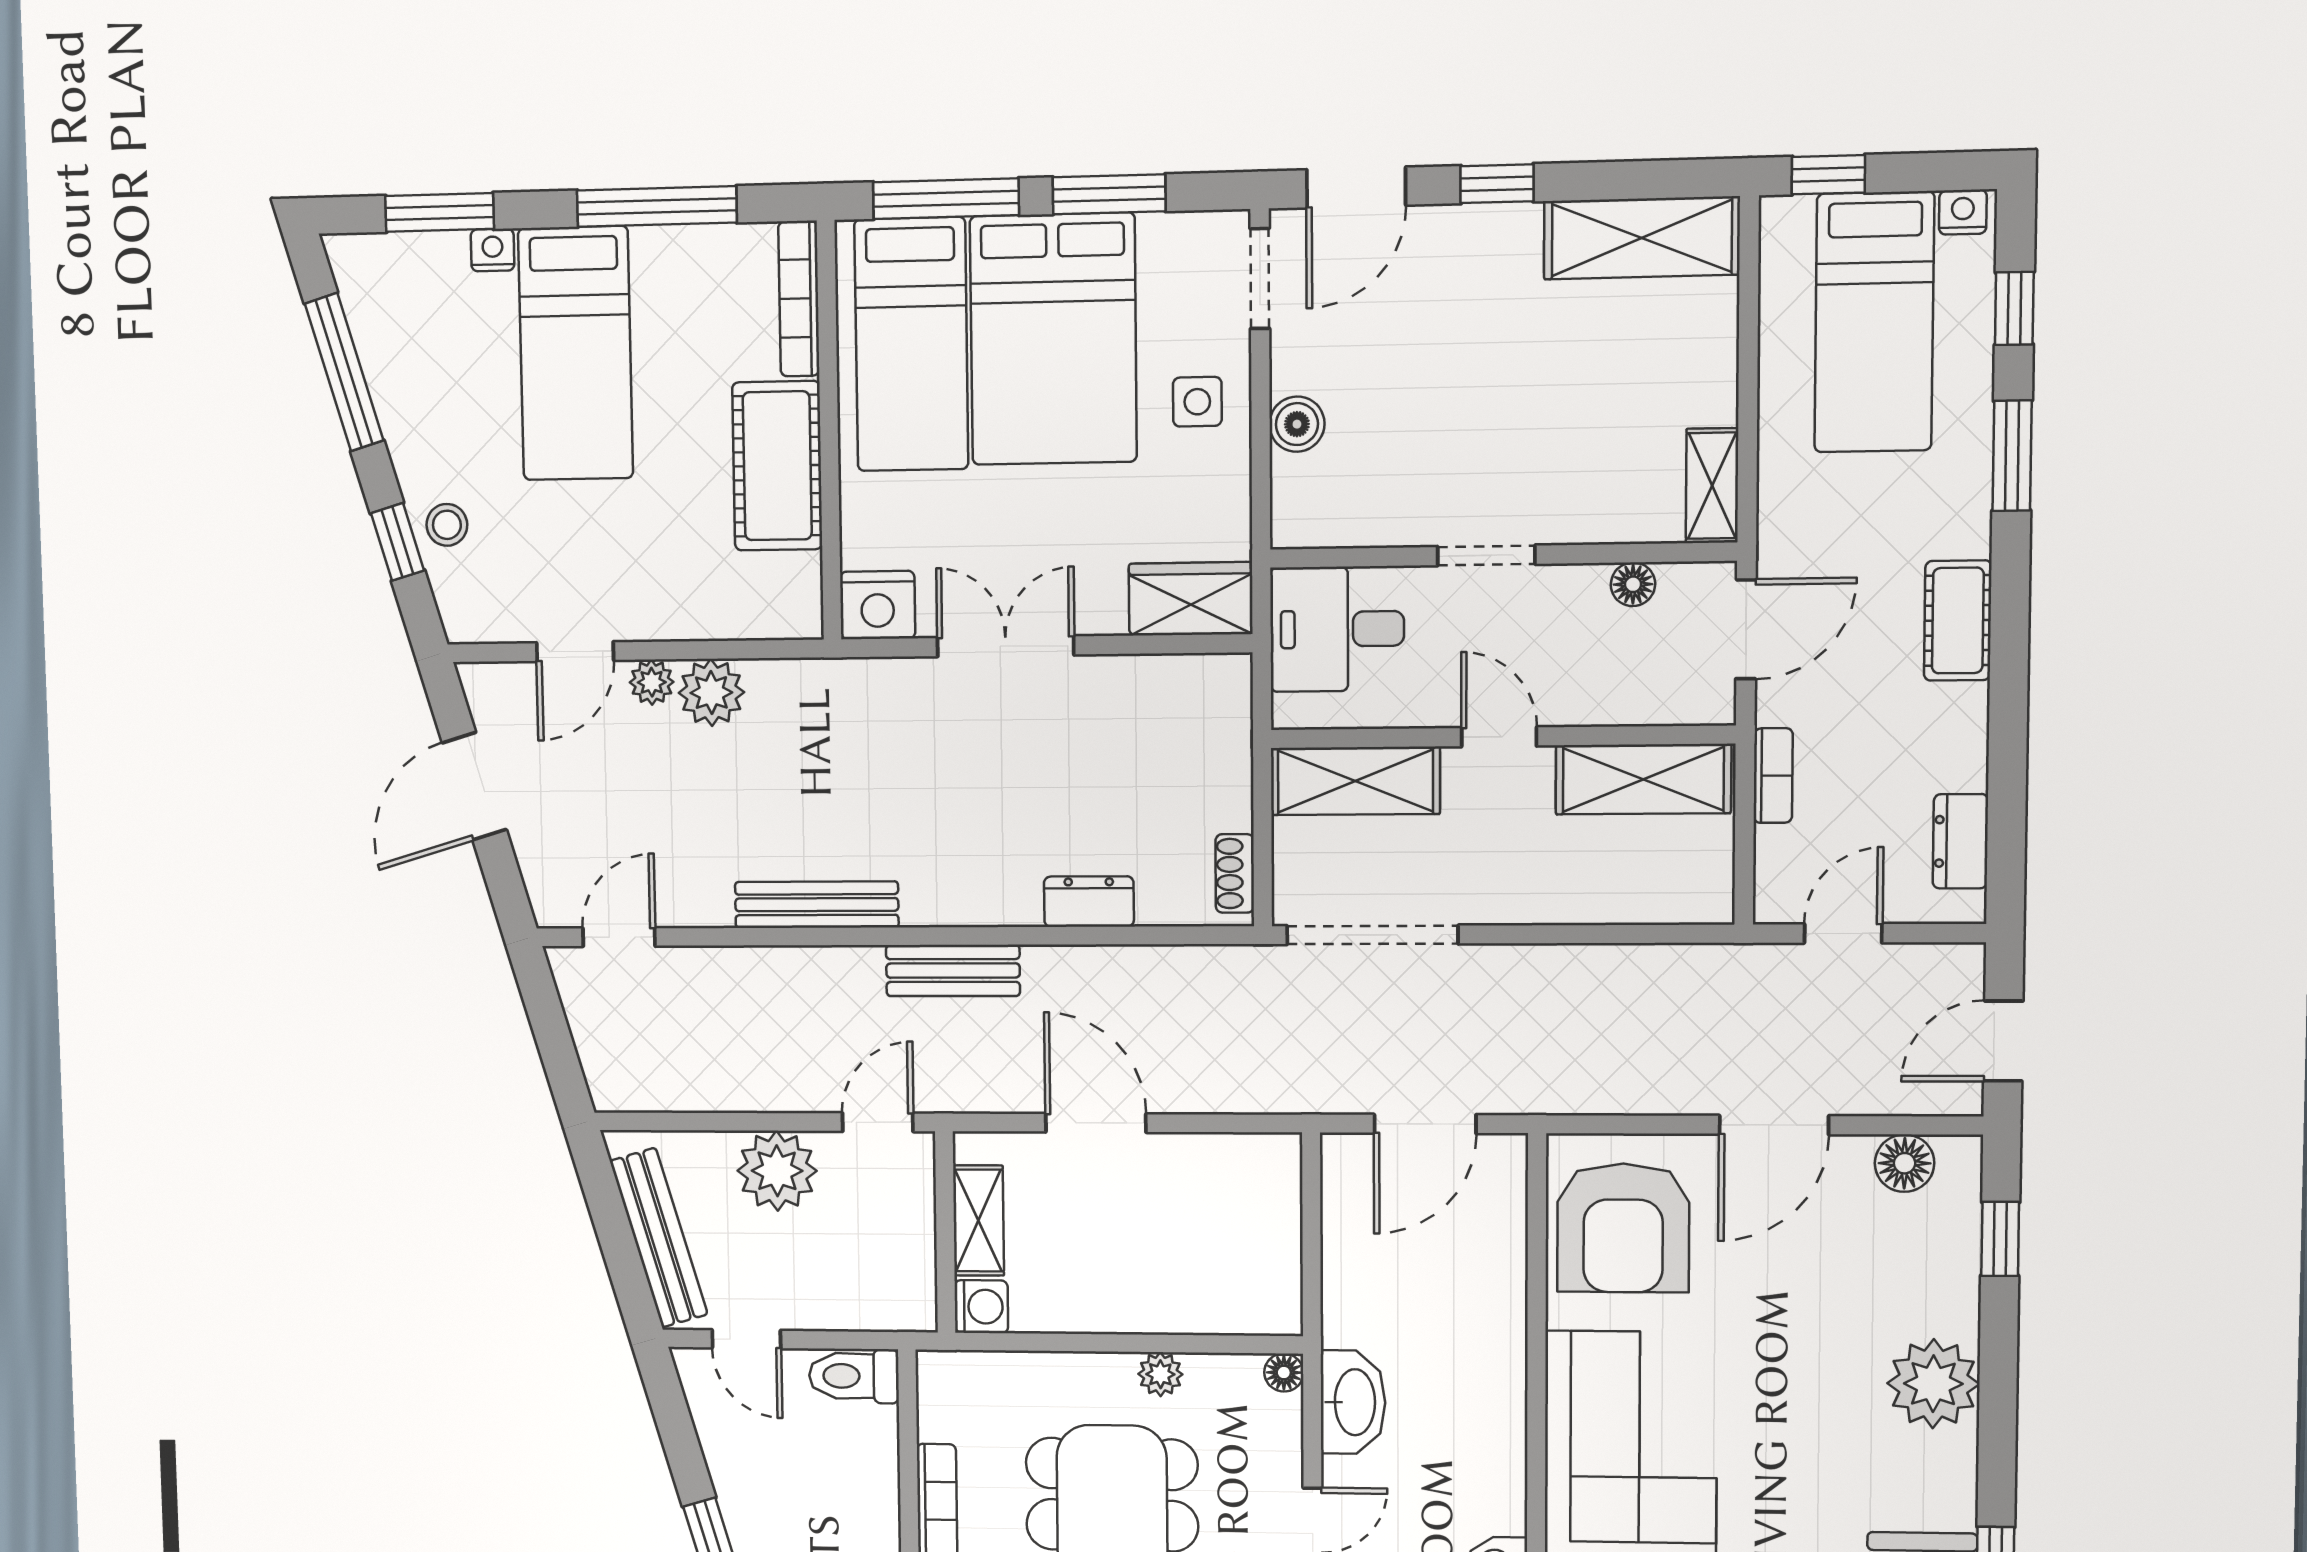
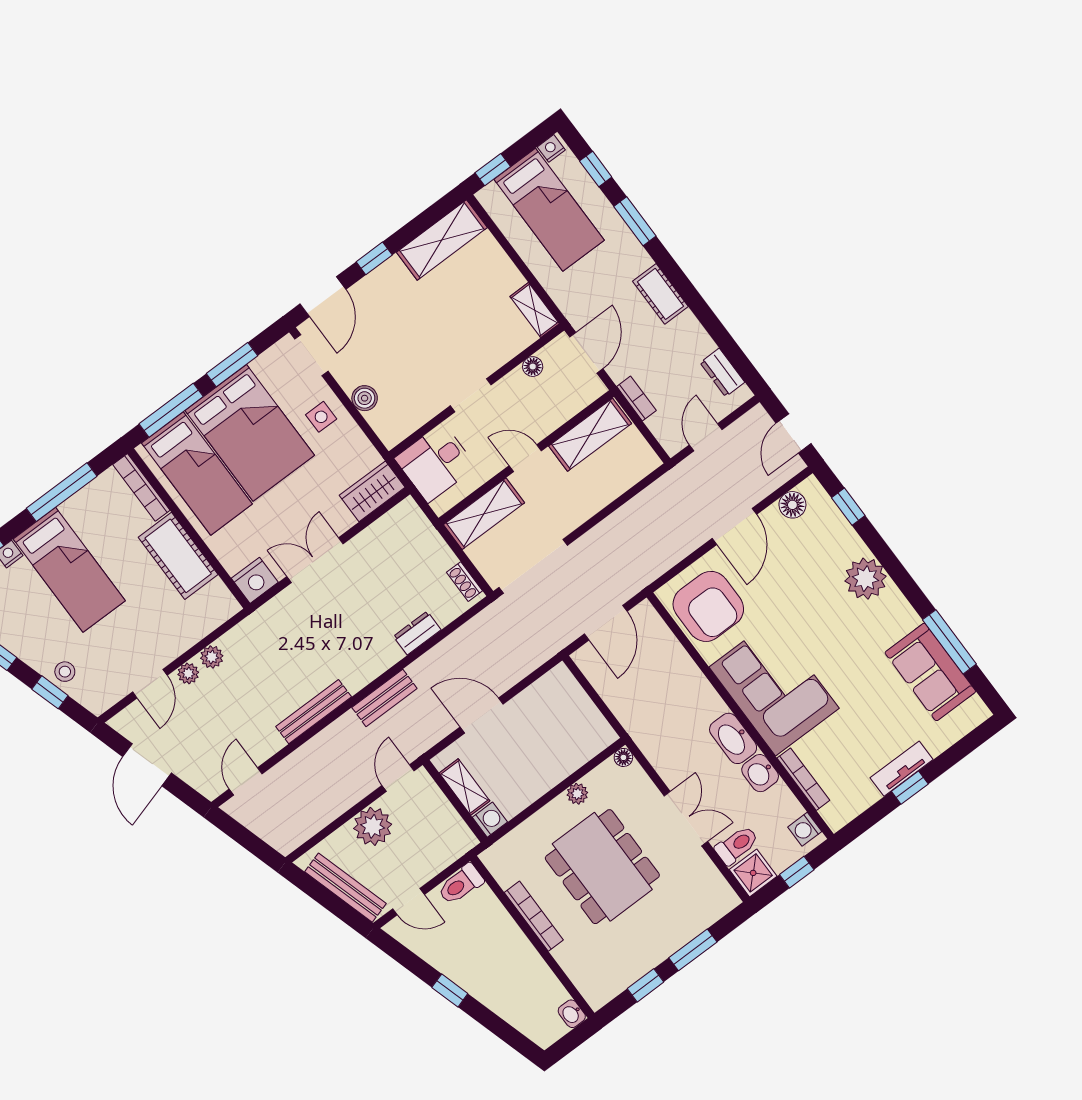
plant: (711, 693) -> (212, 657), width x0.73, depth x0.73
washbasin: (1353, 1402) -> (733, 738), moved, turned 180

